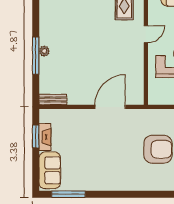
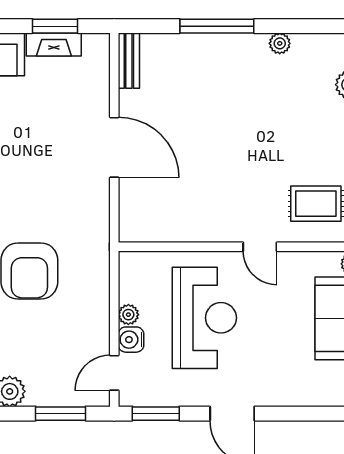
plant: (44, 51) -> (280, 43), moved
door: (110, 107) -> (114, 147), moved

